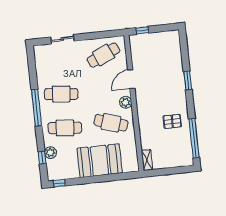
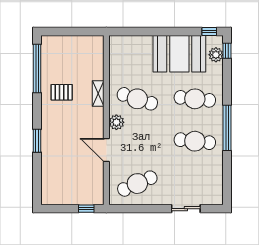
door: (131, 79) -> (106, 150), swing flipped
plant: (51, 153) -> (216, 55), moved
window: (42, 158) -> (227, 51), moved
shelving: (147, 160) -> (98, 93), moved
booth: (100, 161) -> (179, 54), moved

